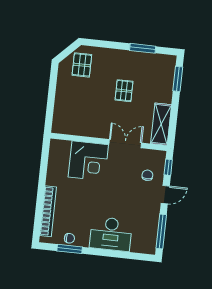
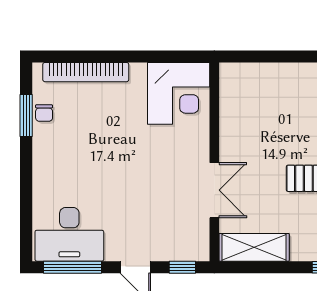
corner desk: (88, 161) -> (179, 93), moved, turned -90
chair: (147, 175) -> (165, 233), removed
desk: (111, 234) -> (69, 234), moved, turned -90

